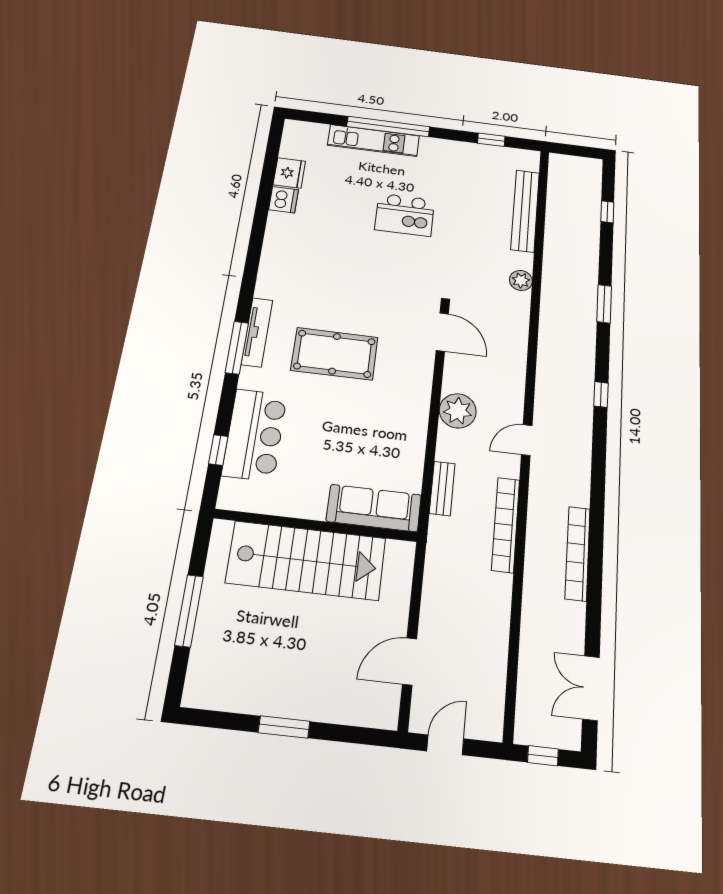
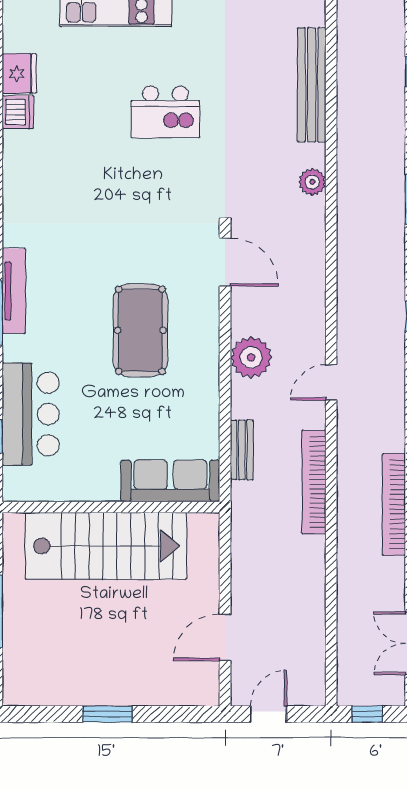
pool table: (335, 354) -> (140, 330), moved, turned 90

